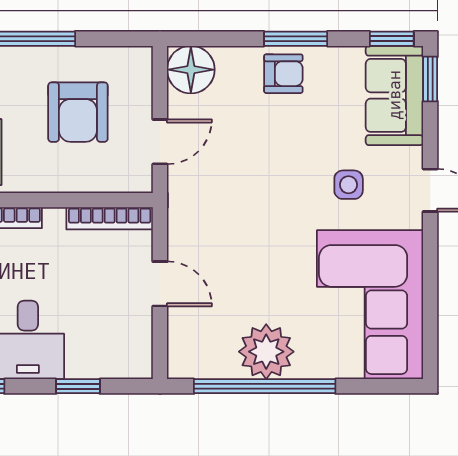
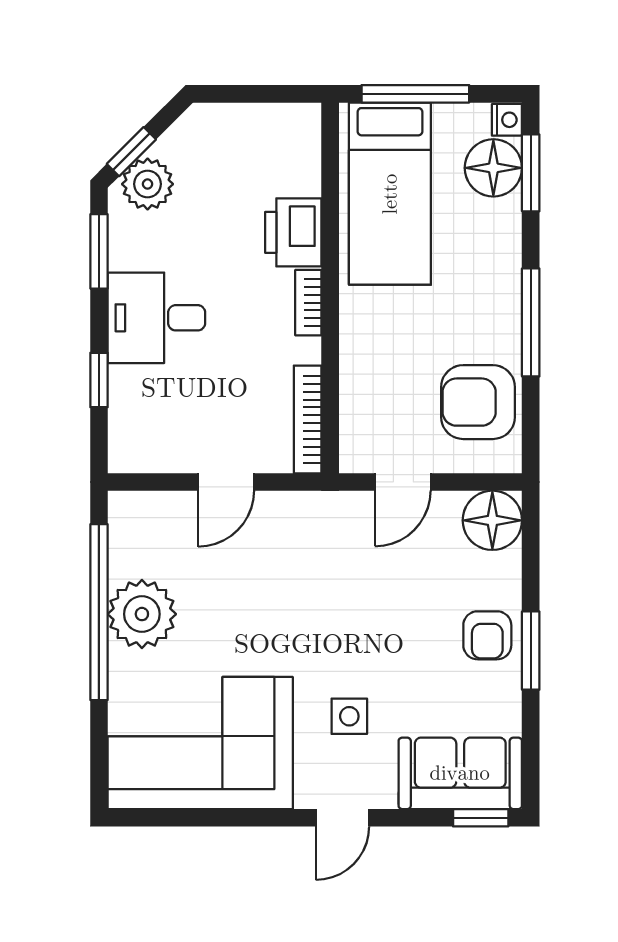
window: (392, 39) -> (531, 770), removed
armchair: (78, 112) -> (478, 402), moved
door: (160, 142) -> (403, 482), hinge flipped

